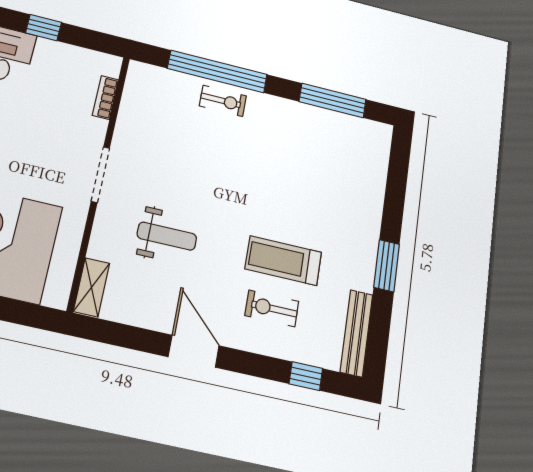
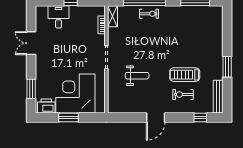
shelving: (92, 287) -> (113, 16), moved
door: (194, 351) -> (156, 117), swing flipped

